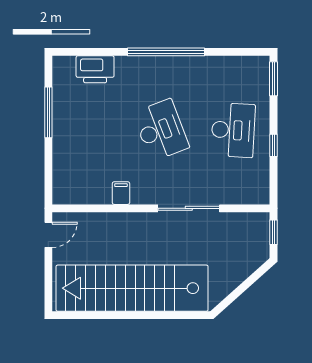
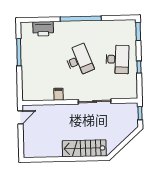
stairs: (132, 288) -> (84, 148), width x0.54, depth x0.66

